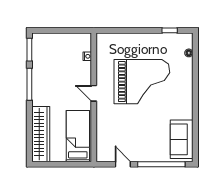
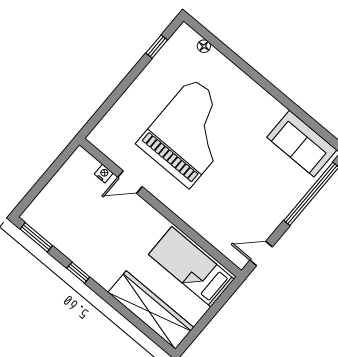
window: (29, 84) -> (78, 273), width x0.46
door: (94, 93) -> (130, 182), moved
door: (123, 164) -> (261, 254), moved

